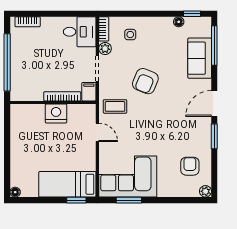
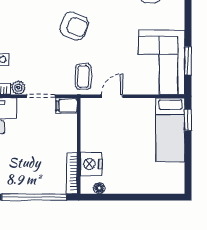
armchair: (145, 81) -> (74, 26), moved
bookcase: (62, 96) -> (72, 173), moved
nightstand: (56, 114) -> (91, 164), moved
floor lamp: (15, 192) -> (99, 188), moved

